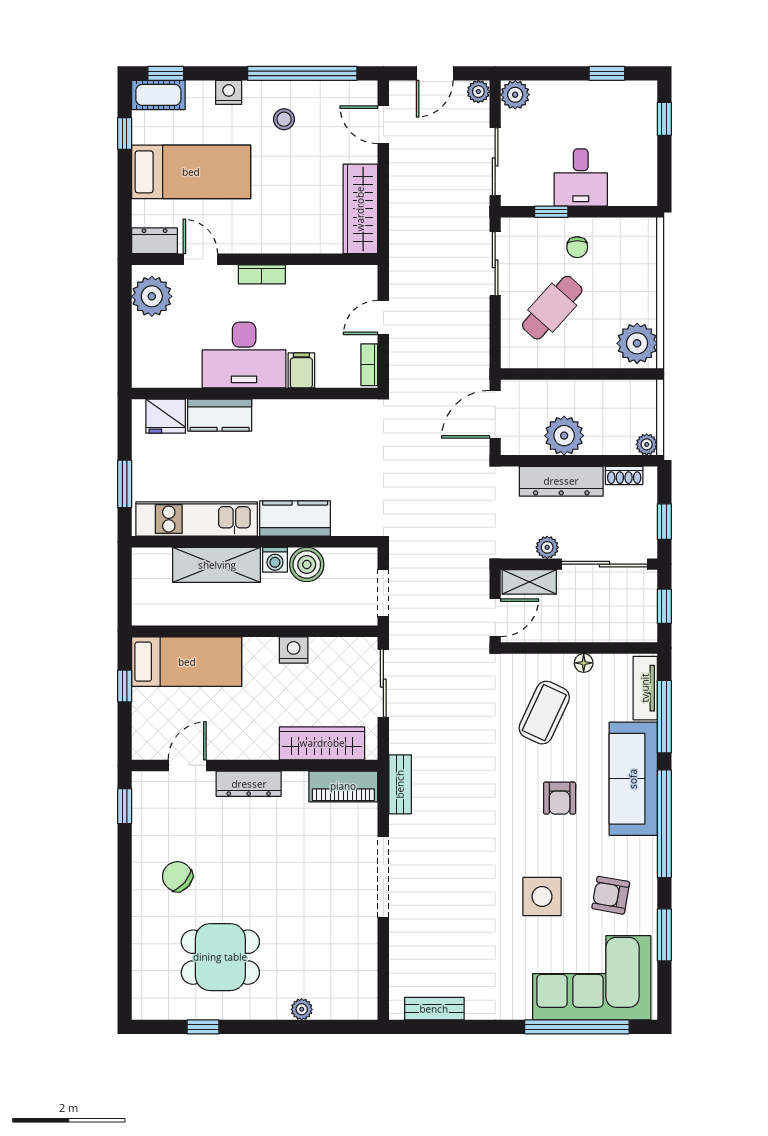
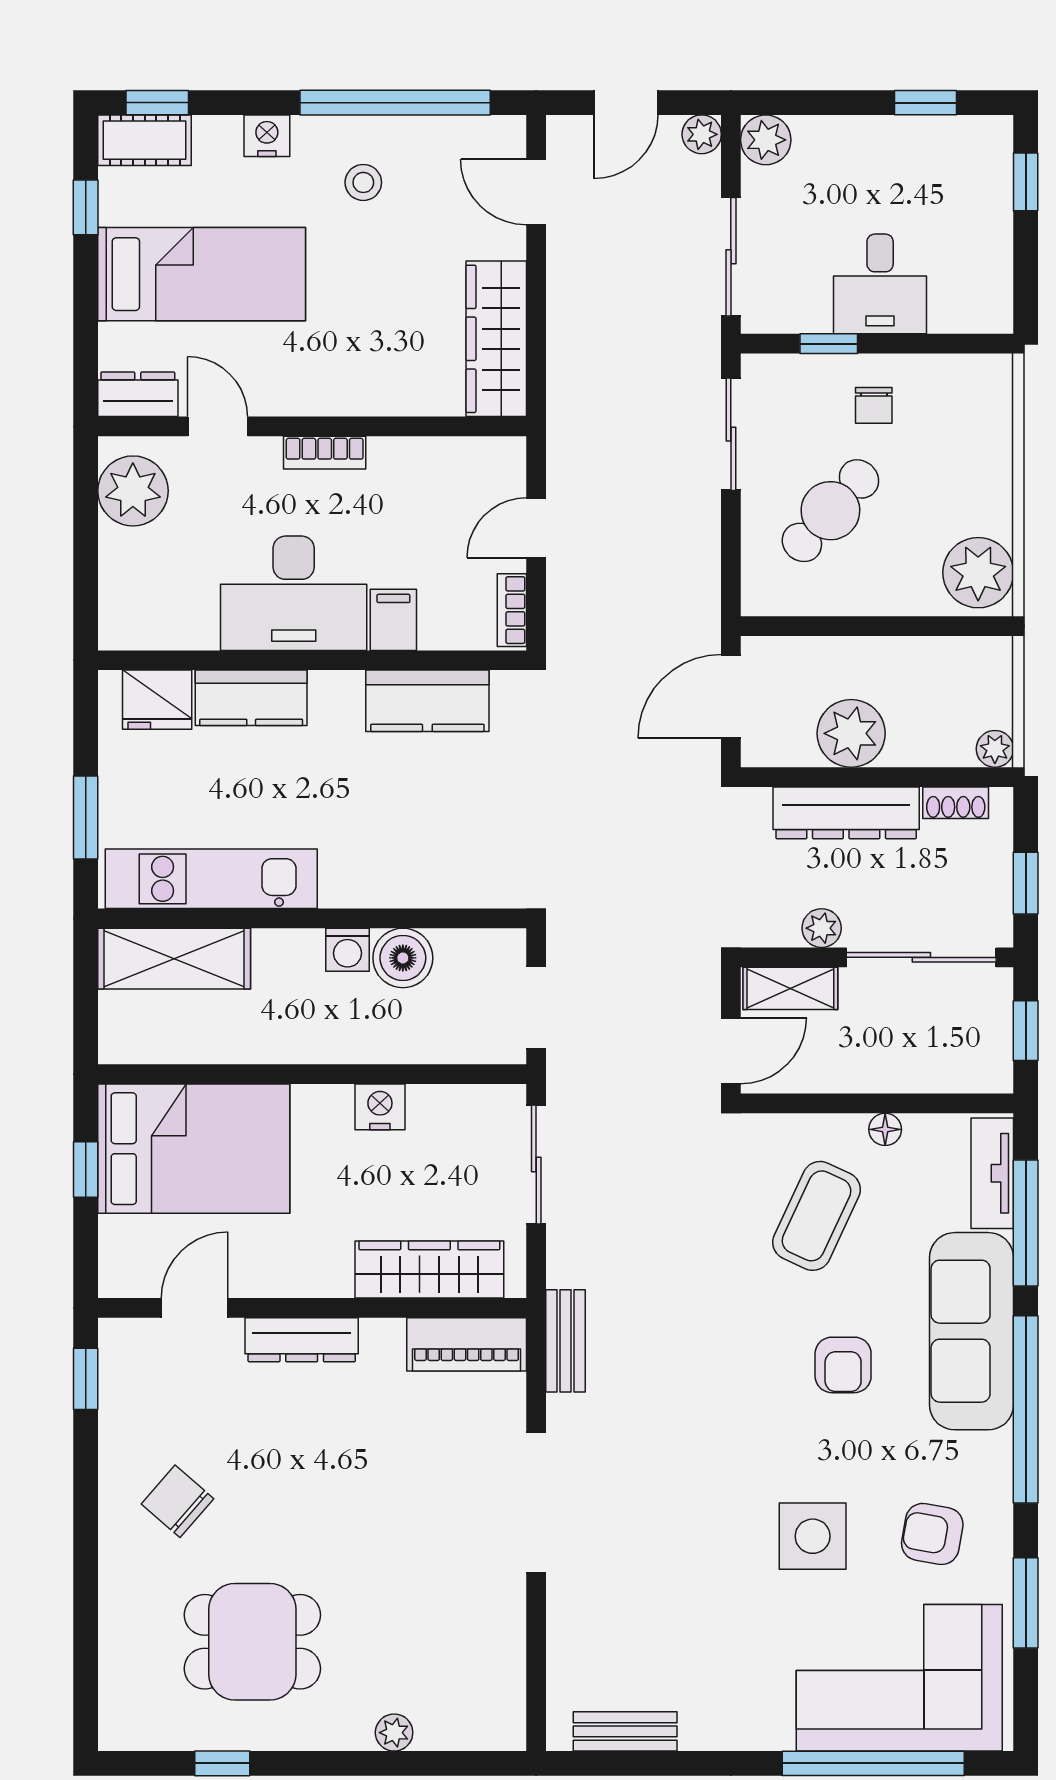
kitchen counter: (295, 519) -> (427, 701), moved, turned 180
shelving: (217, 565) -> (174, 959), moved
bed: (187, 662) -> (194, 1149), width x1.50

